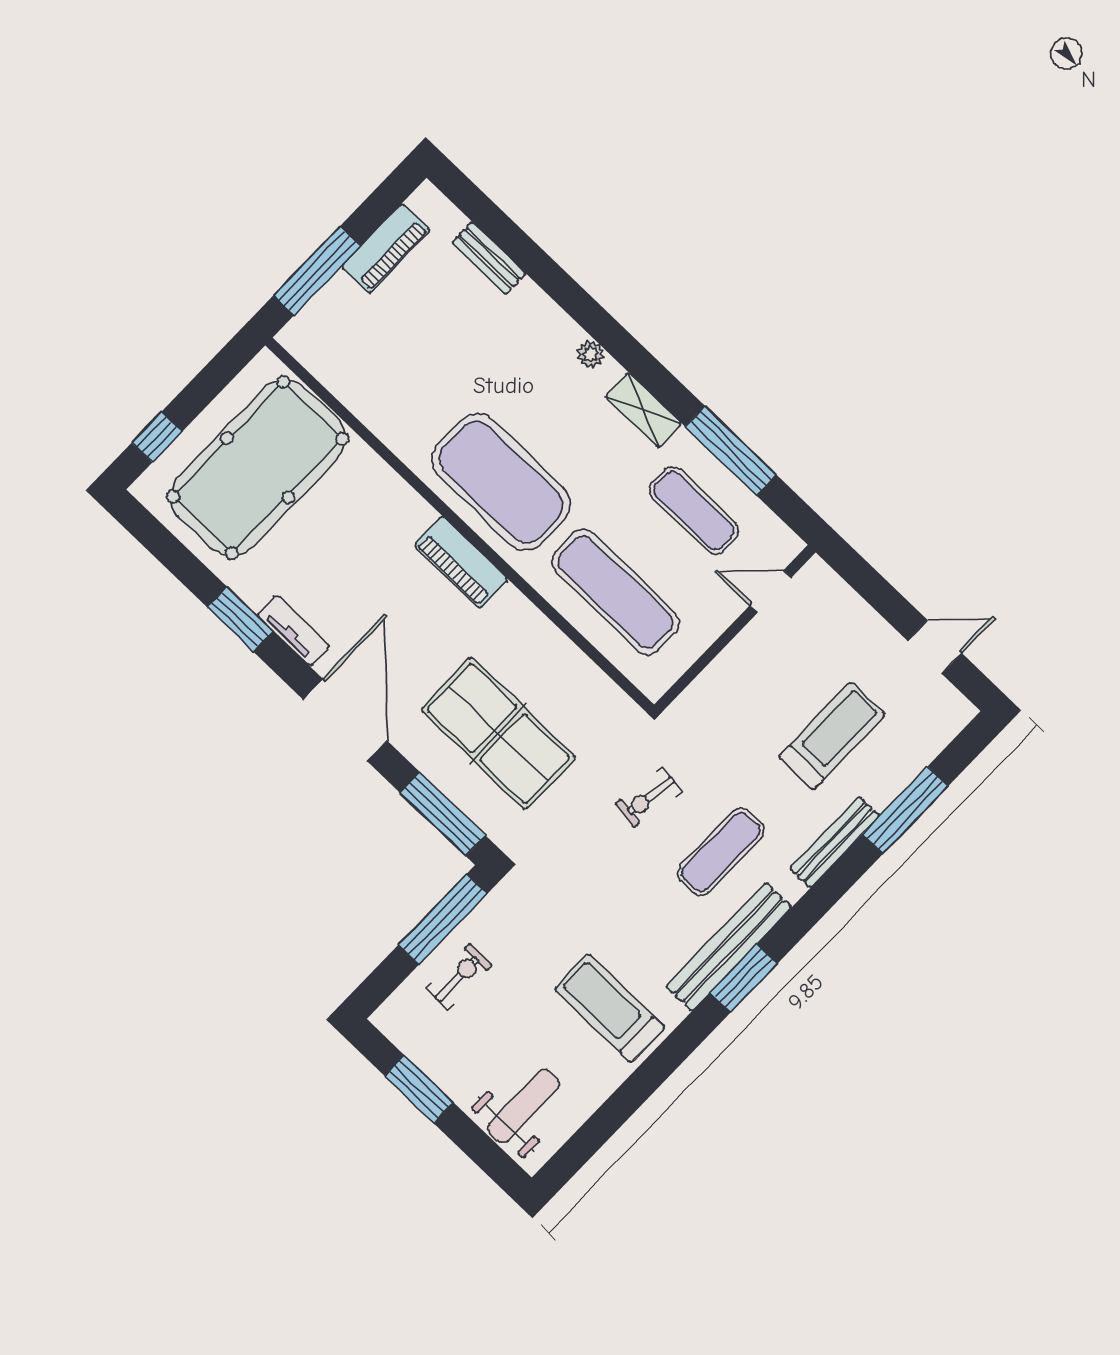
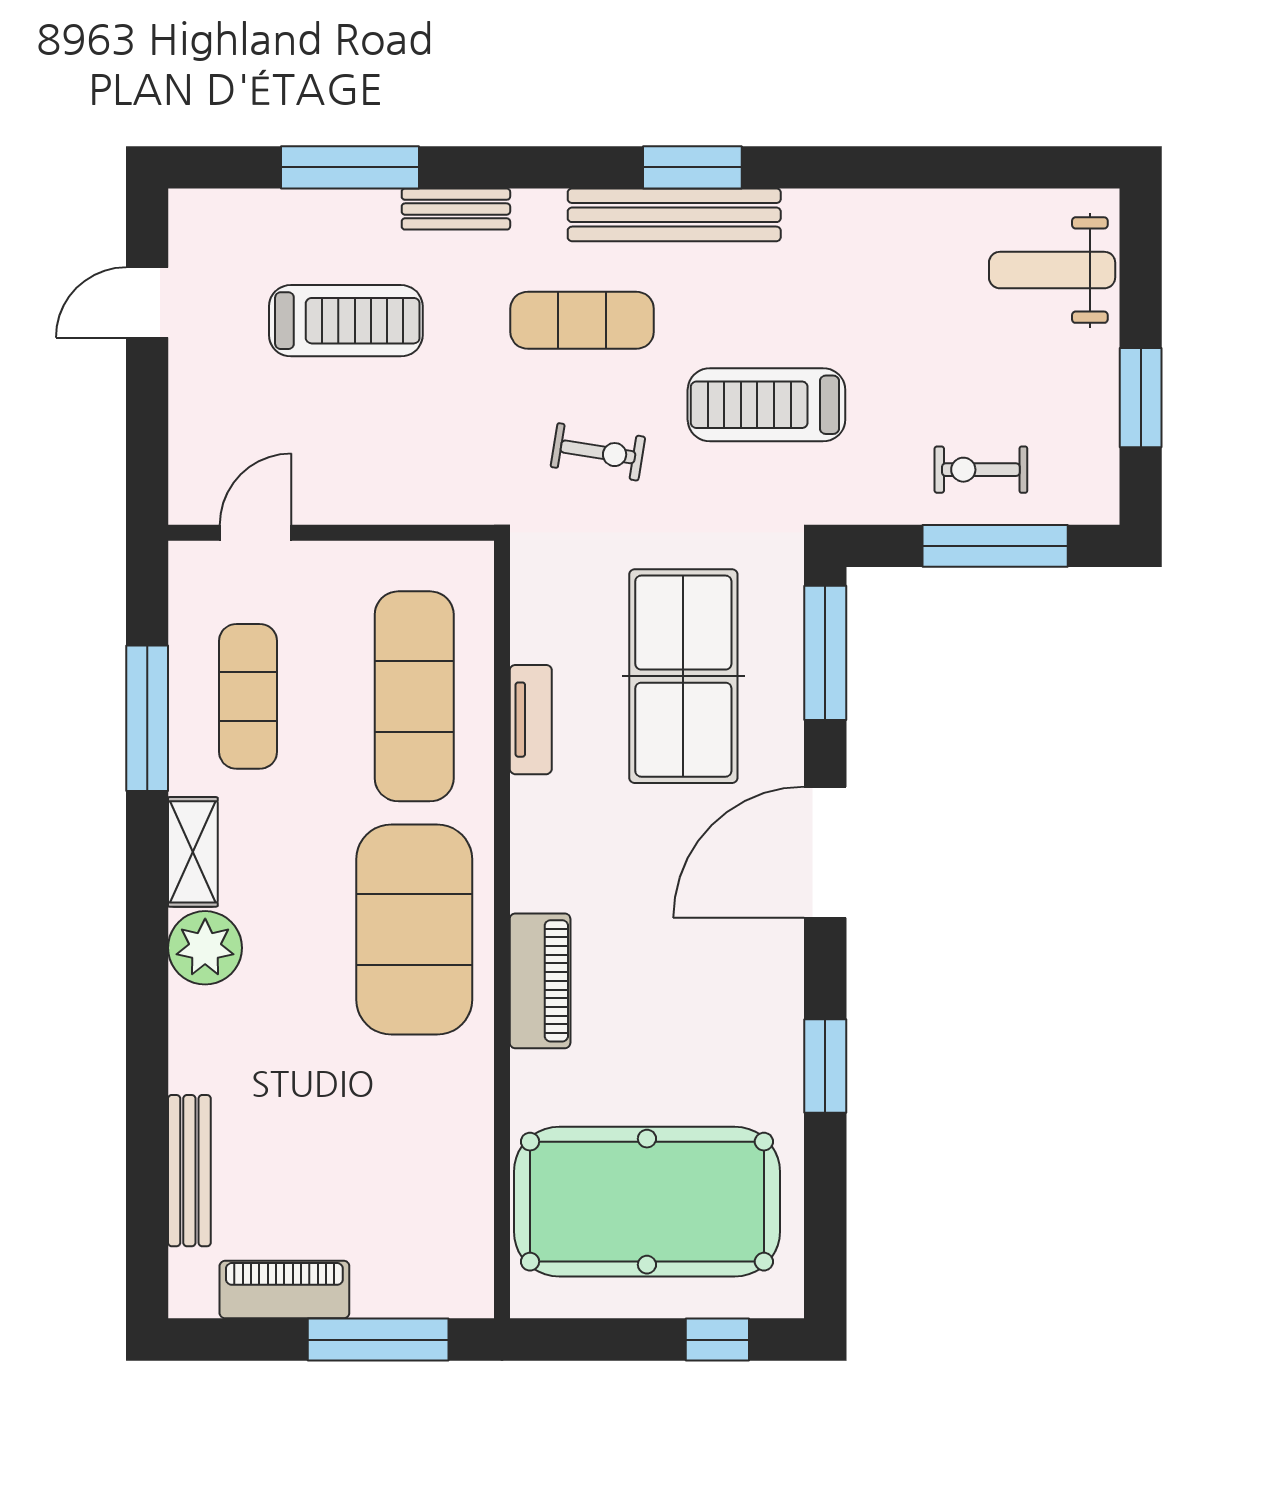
bench: (489, 258) -> (189, 1171), width x1.36
plant: (591, 354) -> (205, 948), width x1.87, depth x1.87
piano: (461, 562) -> (540, 981), moved
door: (771, 591) -> (256, 533), swing flipped
tv unit: (293, 631) -> (531, 720), moved, turned 180
door: (935, 647) -> (147, 303), hinge flipped
treadmill: (832, 736) -> (346, 321), turned 180
bench: (835, 842) -> (456, 209), width x0.73
window: (443, 919) -> (995, 546), moved
treadmill: (610, 1008) -> (766, 405), moved, turned 90

